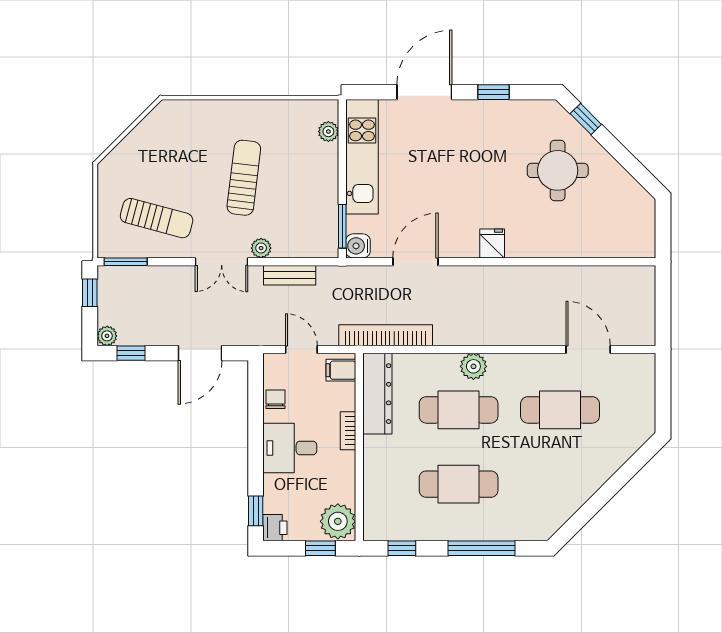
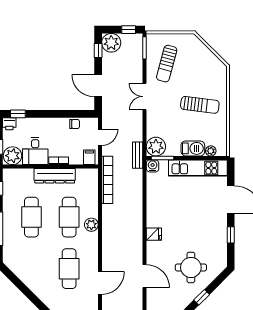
window: (586, 119) -> (202, 297), moved
barbecue: (324, 167) -> (193, 148), added
sun lounger: (244, 178) -> (200, 105), moved
plant: (261, 248) -> (156, 147), moved, width x1.87, depth x1.87
door: (415, 262) -> (145, 276), moved
bench: (290, 275) -> (138, 155), moved
plant: (107, 336) -> (111, 43), width x1.87, depth x1.87
dresser: (377, 394) -> (55, 176), moved
desk: (290, 448) -> (35, 151), moved, turned 180

